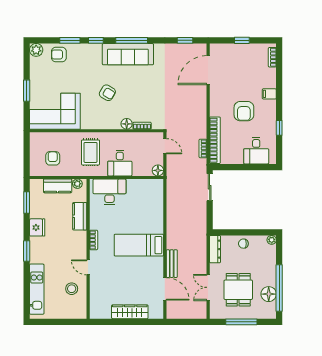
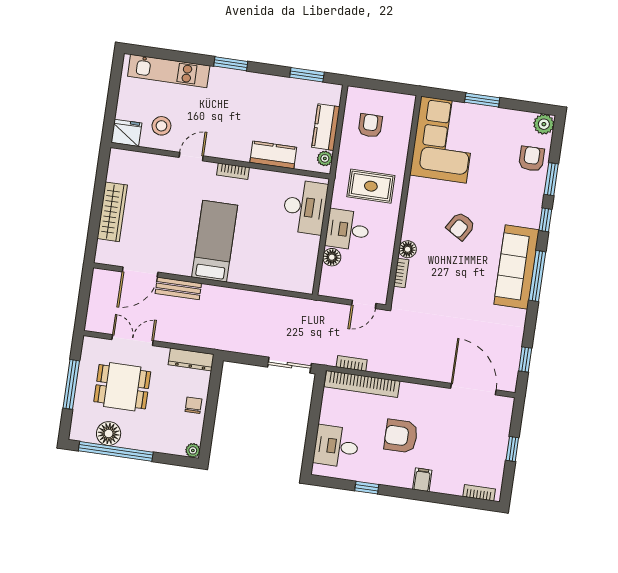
armchair: (53, 158) -> (370, 126), turned -90
floor lamp: (158, 170) -> (332, 257), moved
fridge: (37, 227) -> (126, 133), moved, turned 180

